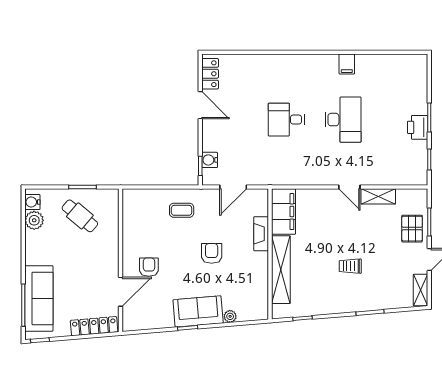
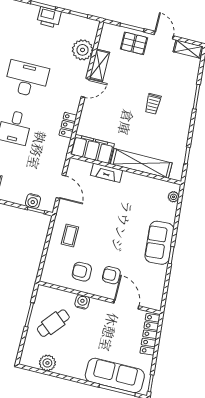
plant: (391, 173) -> (83, 50), added
locker: (303, 178) -> (68, 125), added
water cooler: (32, 202) -> (82, 302), moved, turned 180
armchair: (212, 253) -> (82, 272), moved
plant: (230, 316) -> (173, 197), moved

